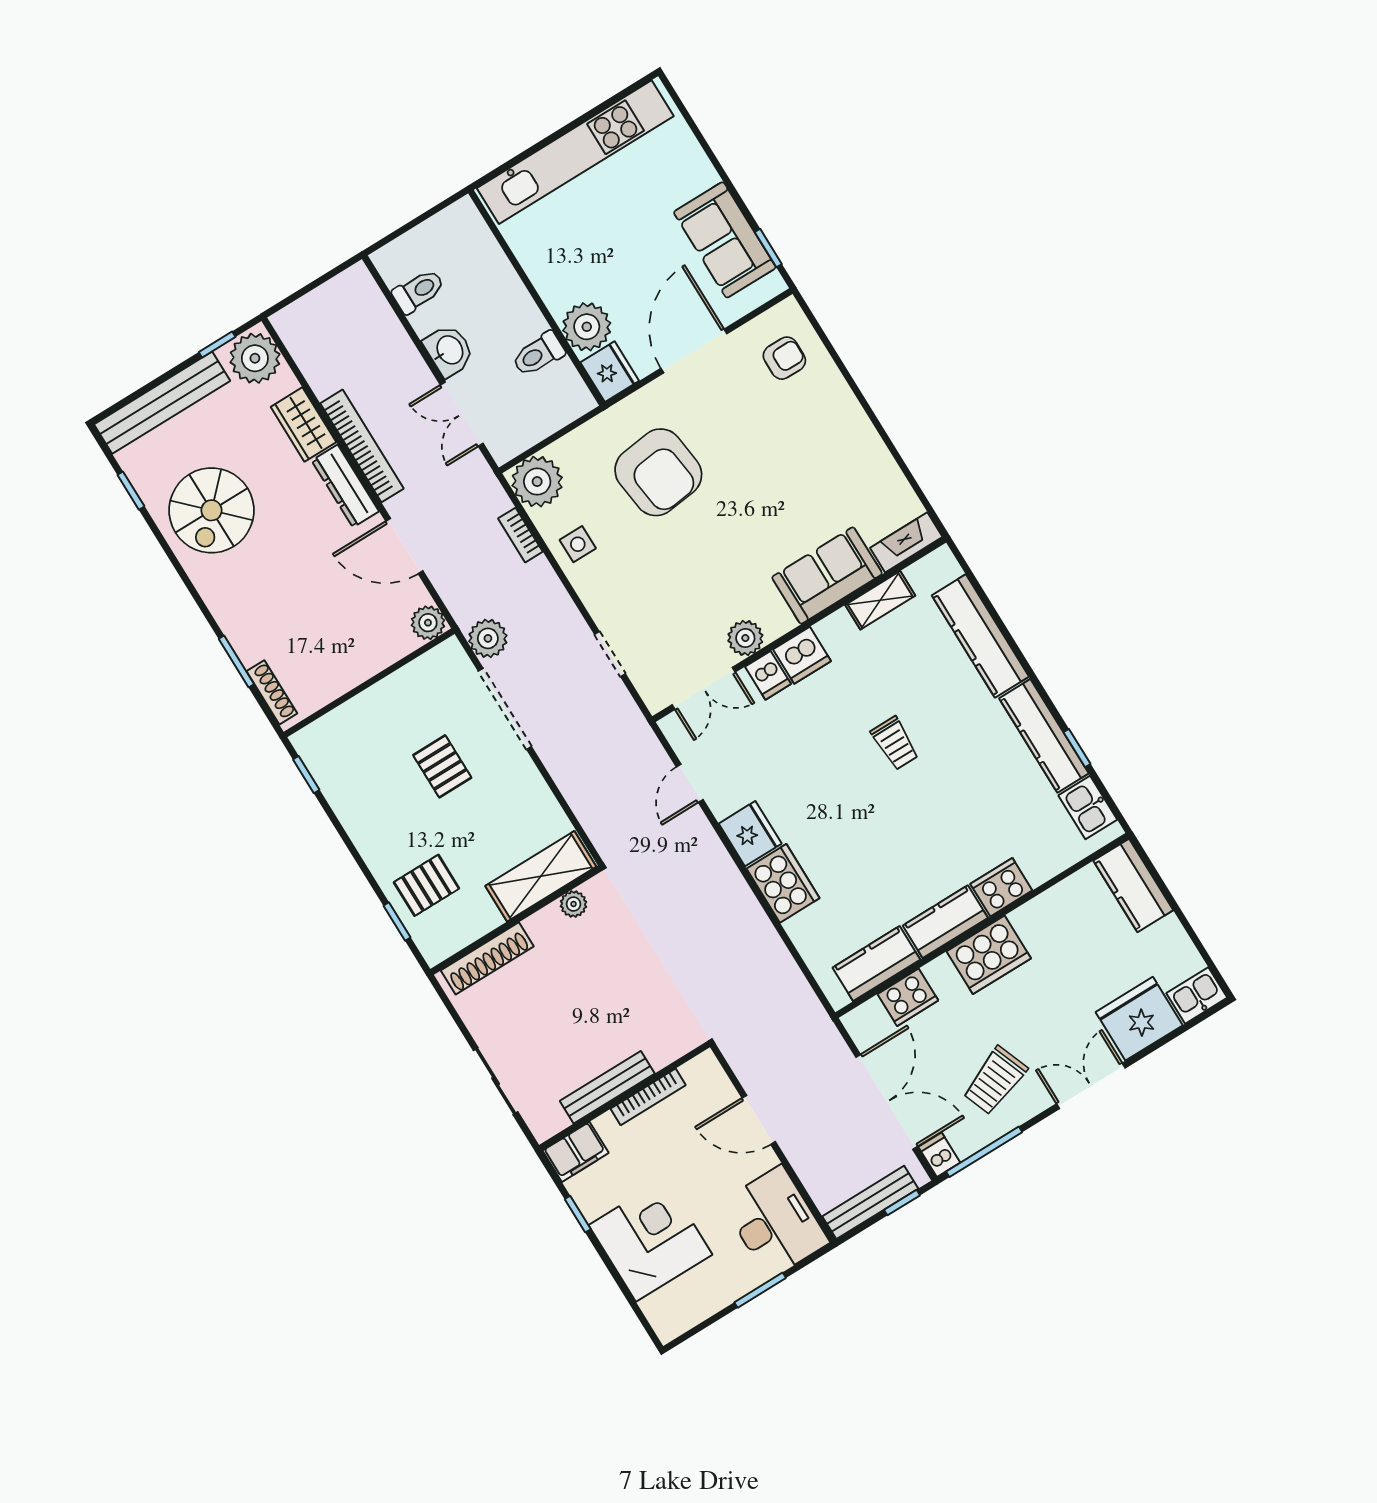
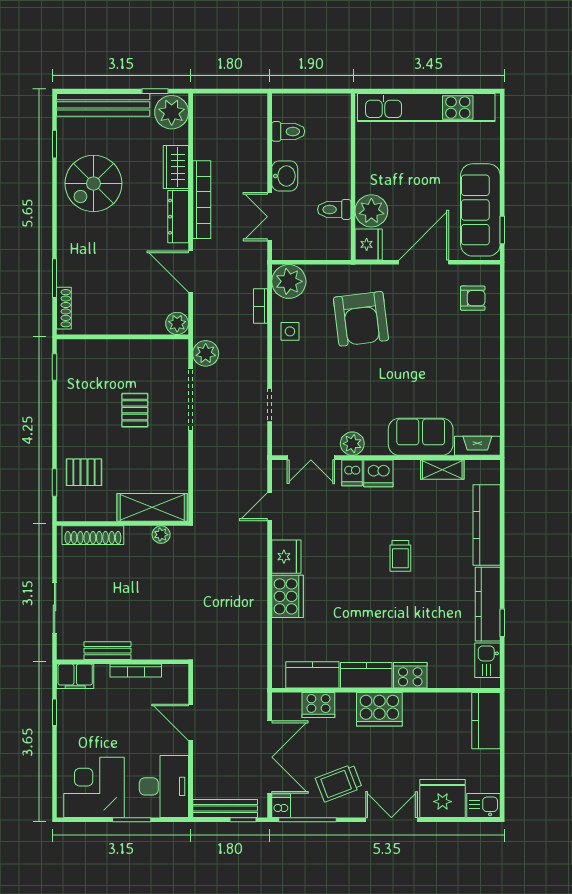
sofa: (725, 240) -> (480, 210), width x1.36
bench: (607, 1087) -> (107, 651), width x0.73
corner desk: (650, 1240) -> (94, 787), moved, turned -90

